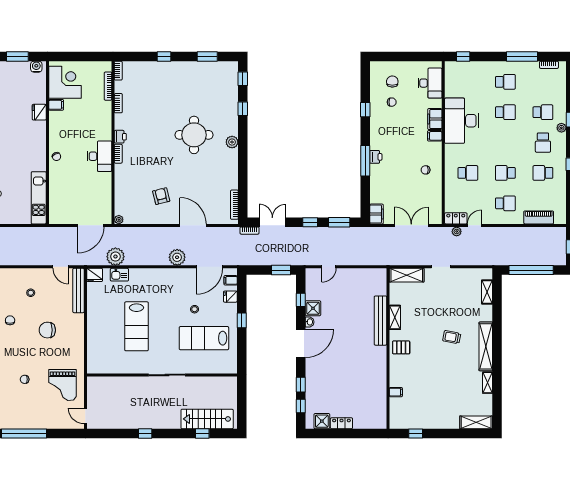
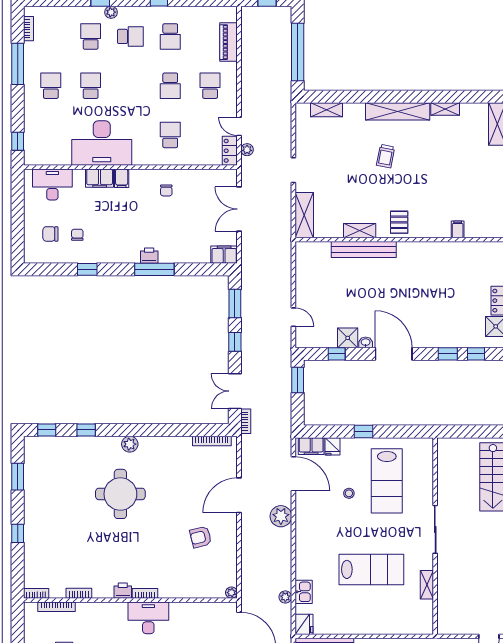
plant: (115, 257) -> (285, 597), width x0.53, depth x0.53
filing cabinet: (231, 280) -> (311, 446), width x2.00
shelving: (125, 369) -> (427, 585), added

